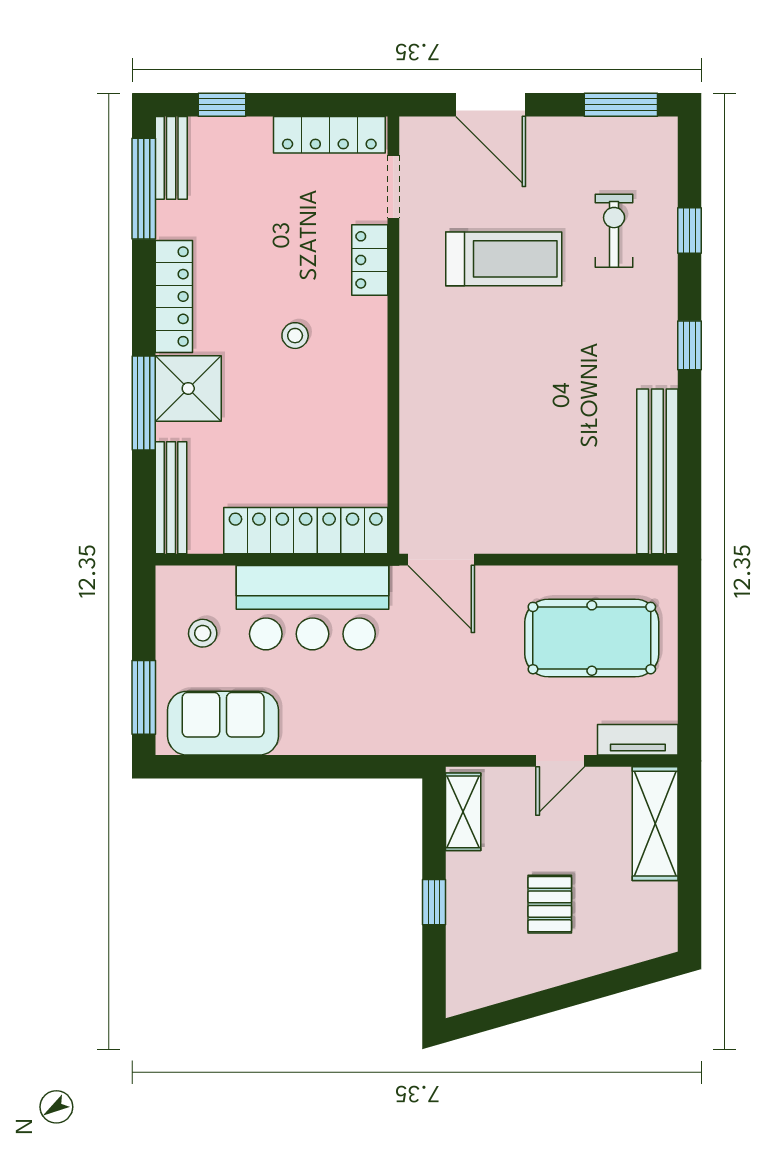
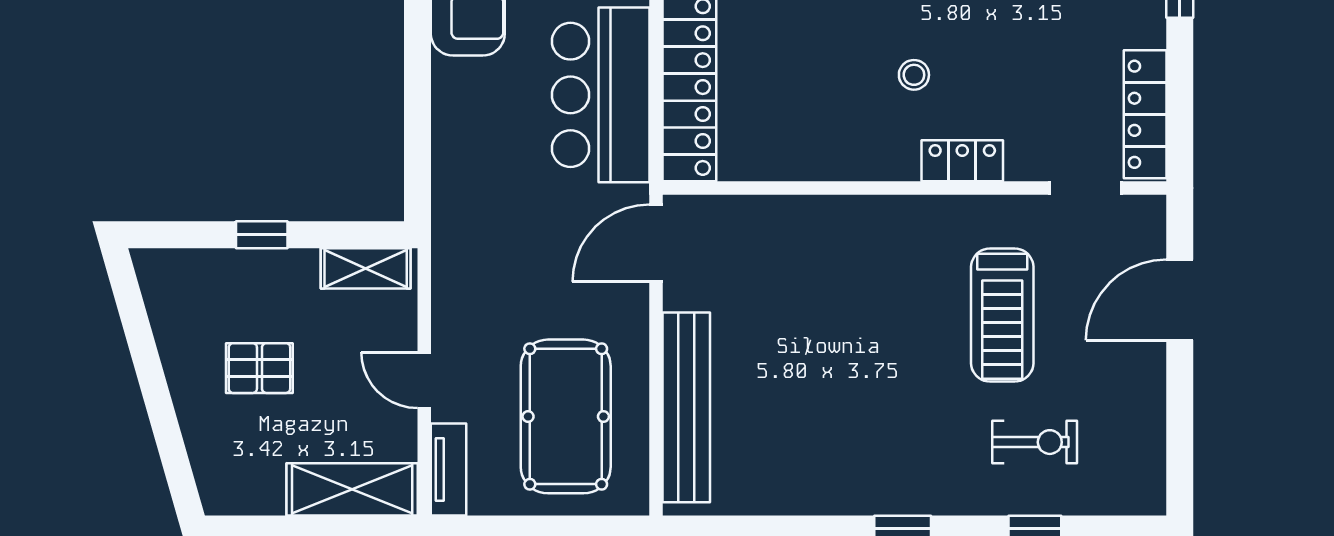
window: (621, 105) -> (1180, 450), removed
locker: (370, 260) -> (962, 161), moved
bench: (657, 471) -> (686, 407), moved, turned 90

